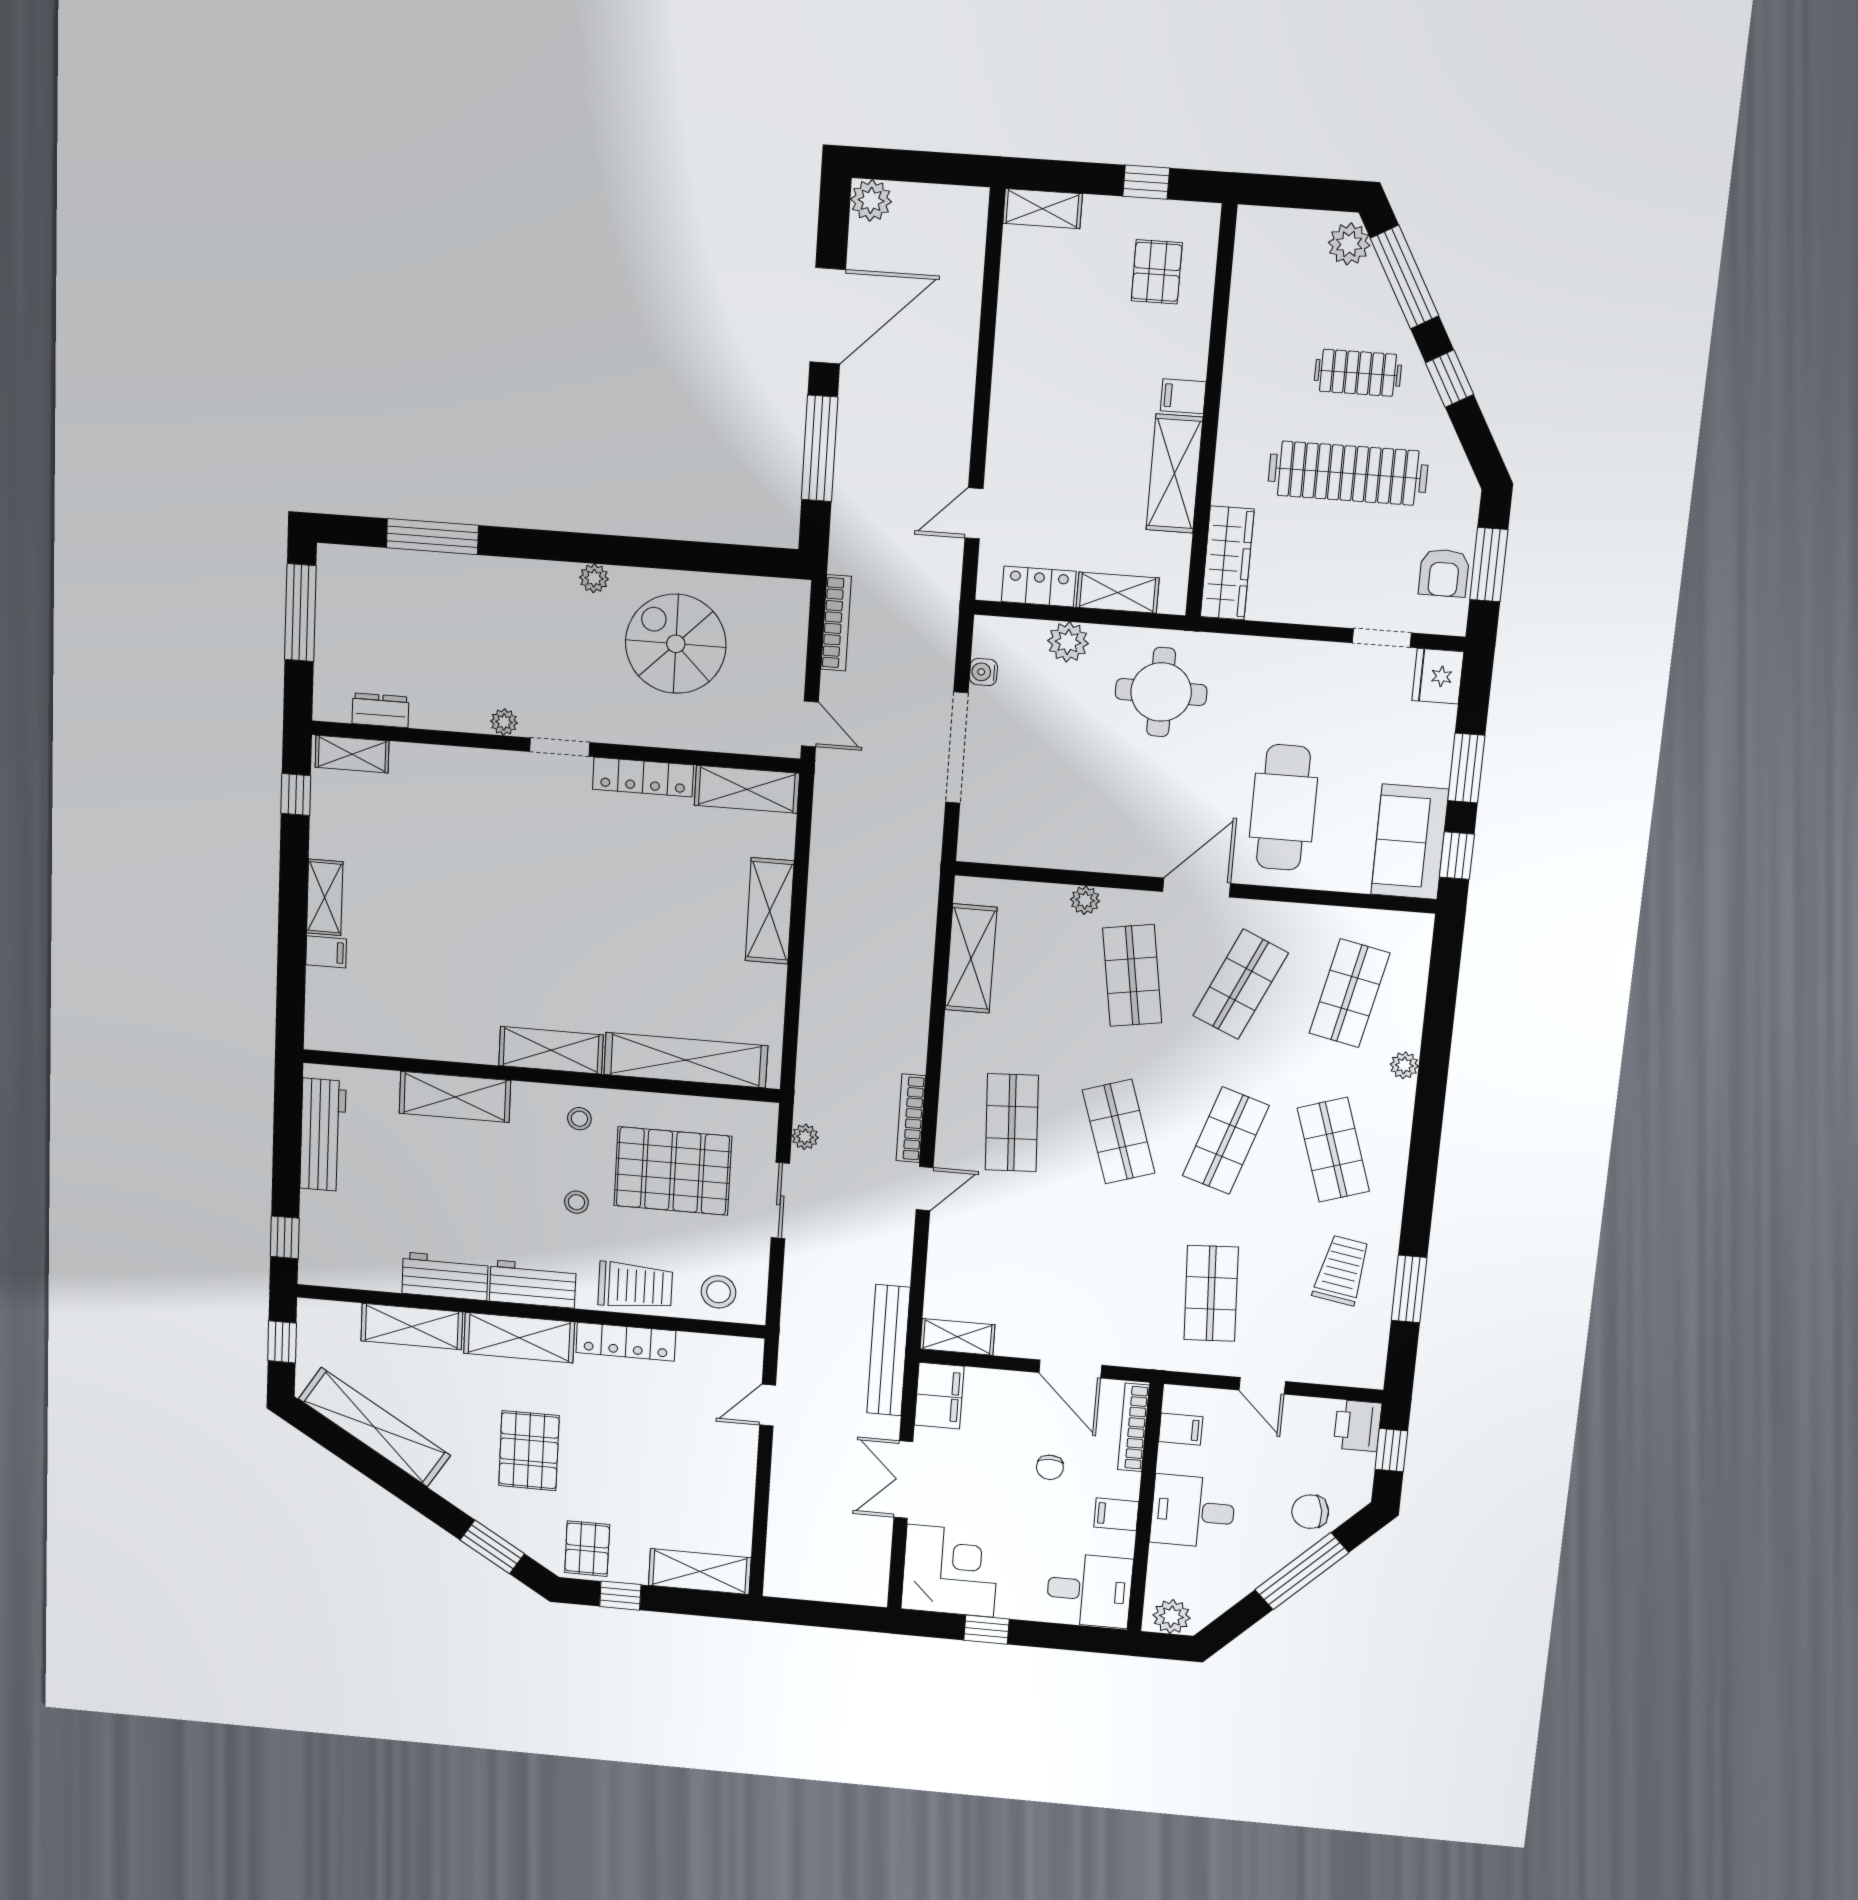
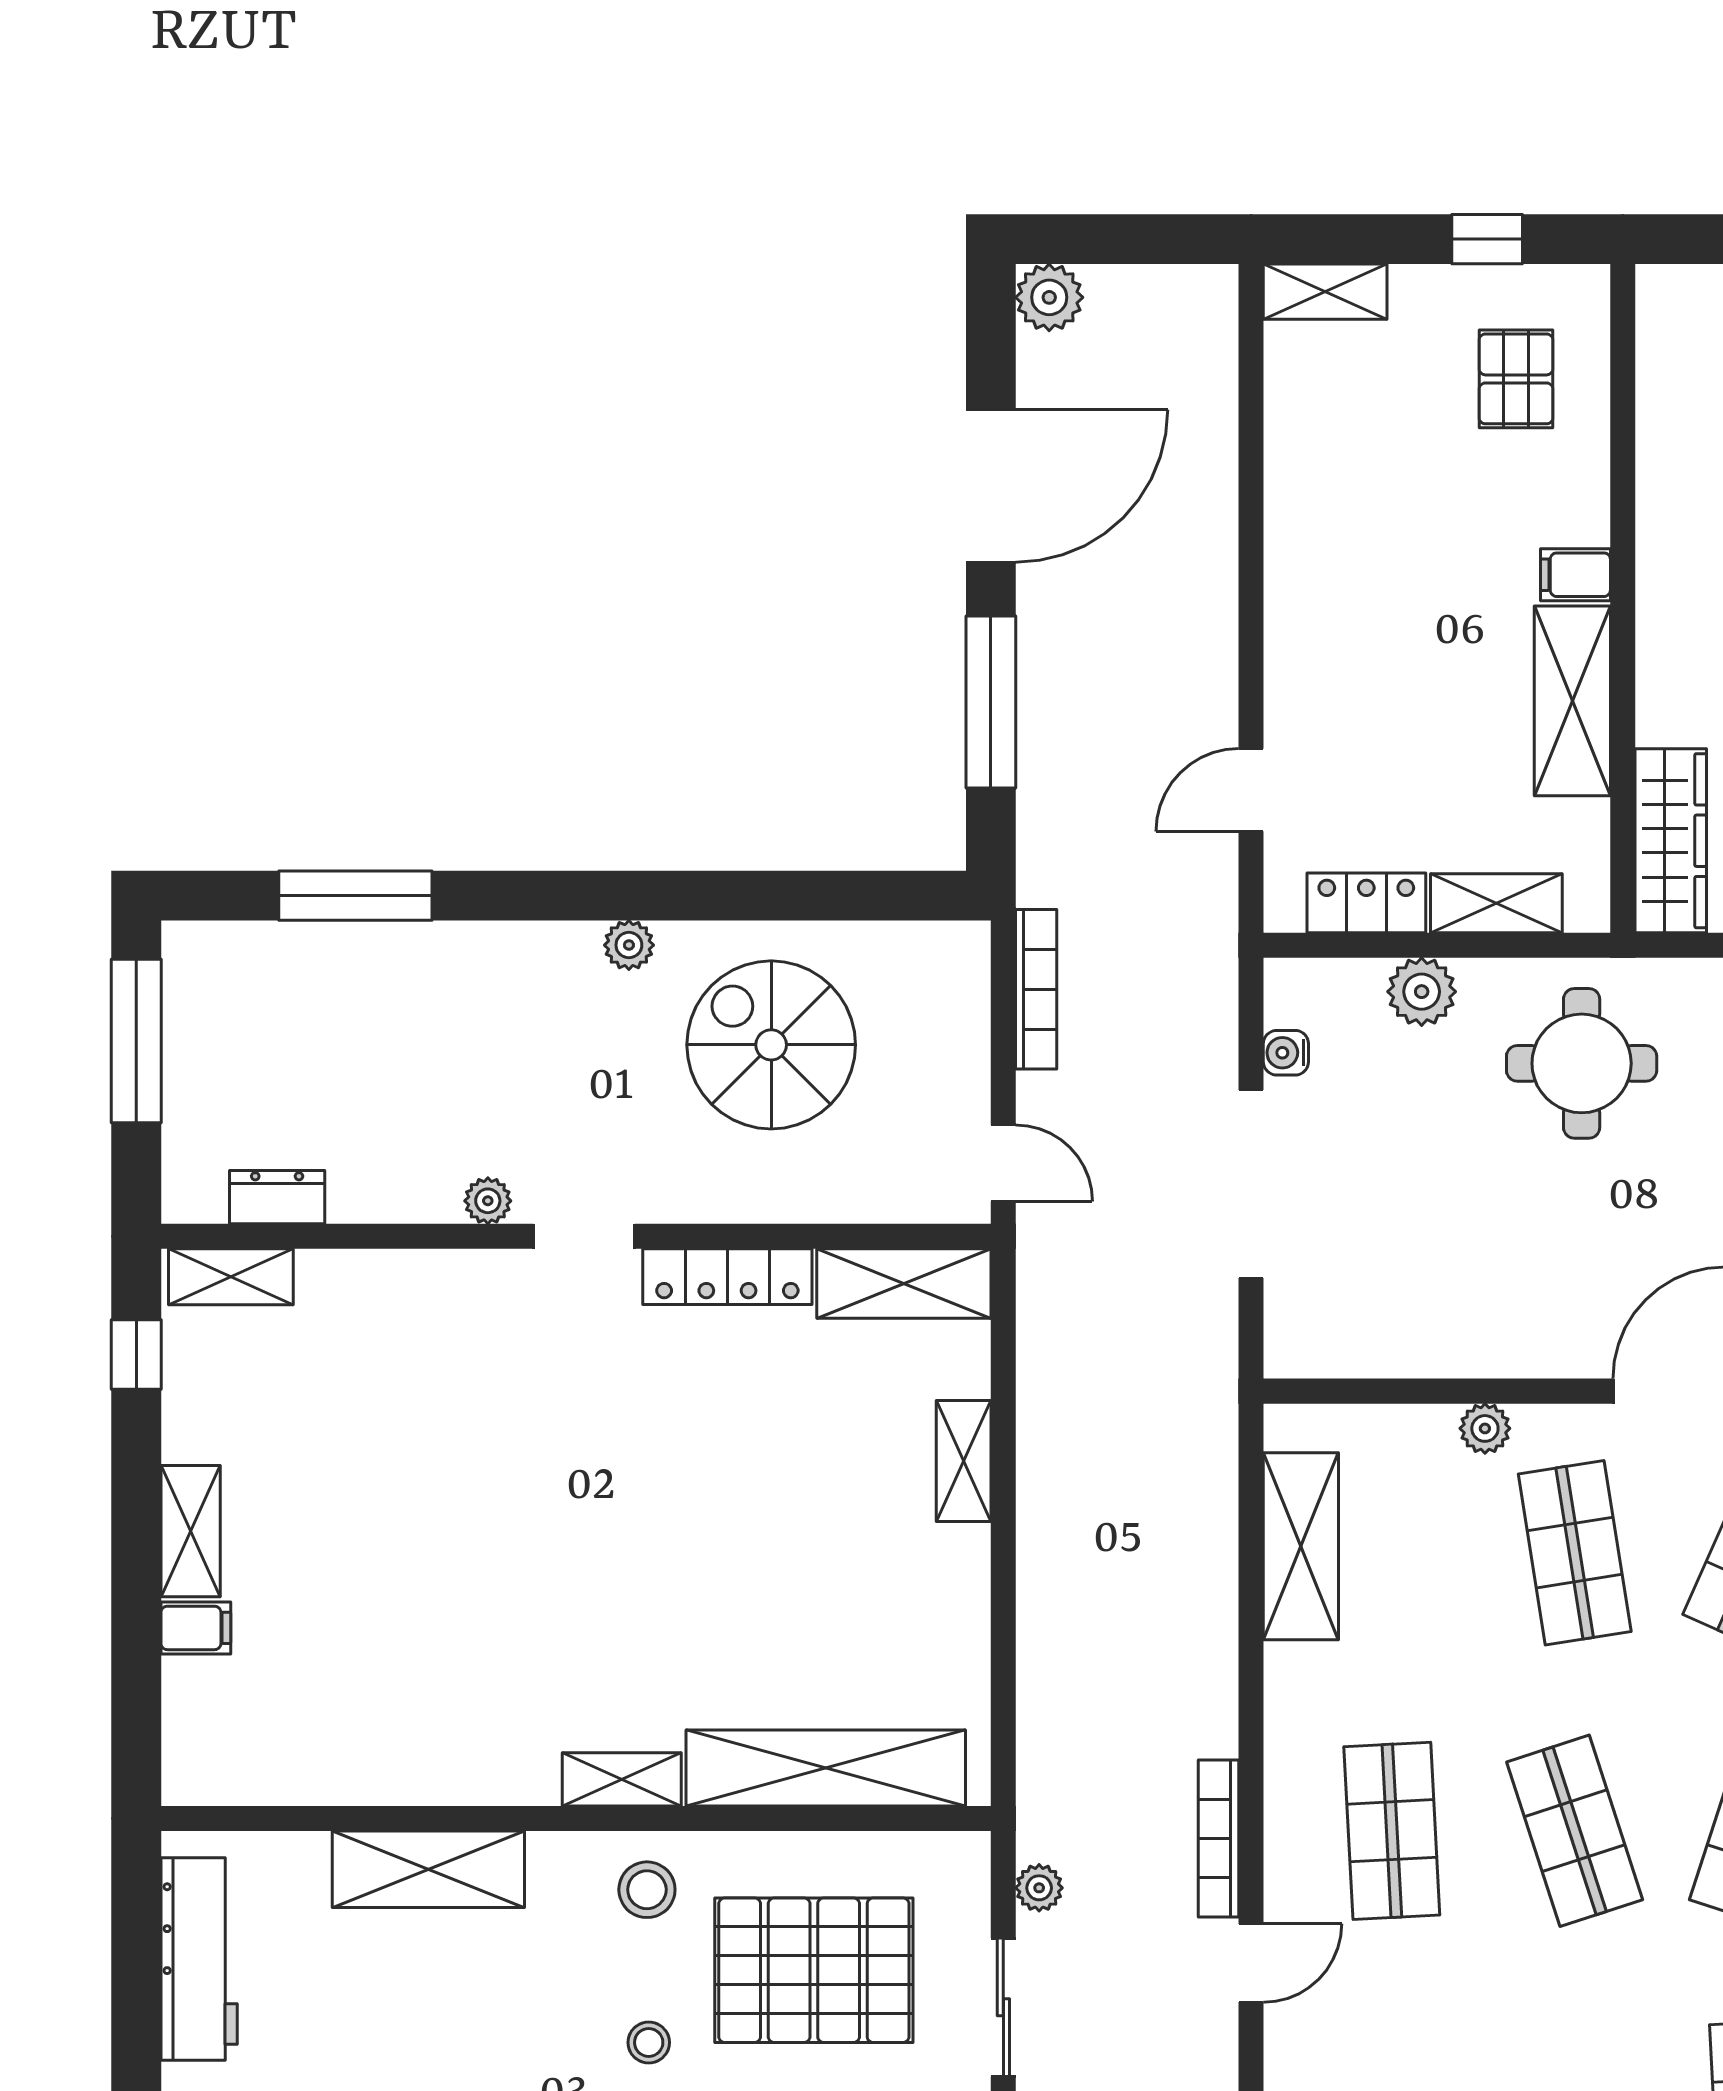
shelving: (770, 911) -> (964, 1461), width x0.67, depth x0.75
shelving: (551, 1050) -> (622, 1779), width x0.67, depth x0.75
stool: (579, 1119) -> (647, 1890), width x1.37, depth x1.37

